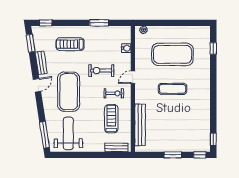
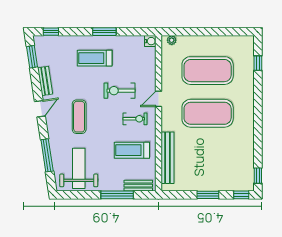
window: (99, 23) -> (104, 32), moved
treadmill: (70, 44) -> (95, 58), moved
water cooler: (126, 48) -> (150, 41), moved
exercise mat: (173, 89) -> (208, 113), width x2.00, depth x1.45
exercise mat: (69, 92) -> (79, 117), width x0.50, depth x0.69
treadmill: (111, 119) -> (132, 150), turned -90
window: (44, 135) -> (47, 155), moved
window: (99, 155) -> (117, 195), added

